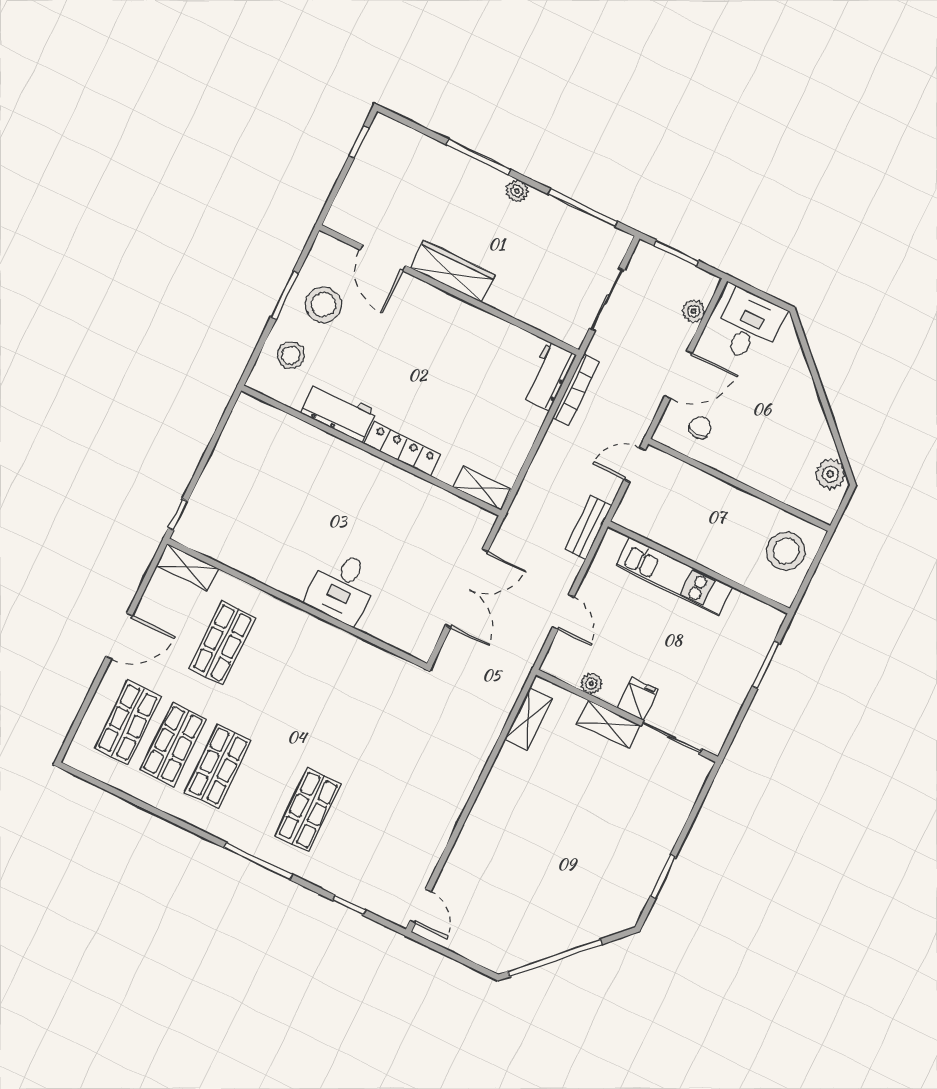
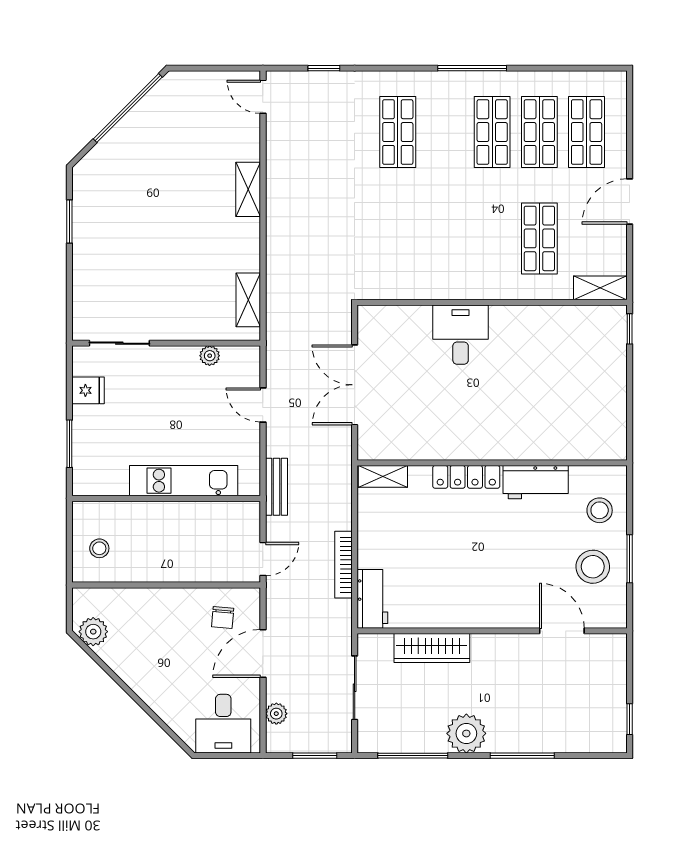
plant: (517, 191) -> (466, 733), width x1.88, depth x1.88
wardrobe: (452, 271) -> (432, 648), moved
bookcase: (576, 390) -> (344, 565), moved
stool: (786, 551) -> (99, 548), width x0.53, depth x0.53
fridge: (638, 699) -> (88, 390), moved, turned -90
shelving: (608, 724) -> (248, 189), moved, turned 90
window: (258, 861) -> (472, 68), moved

